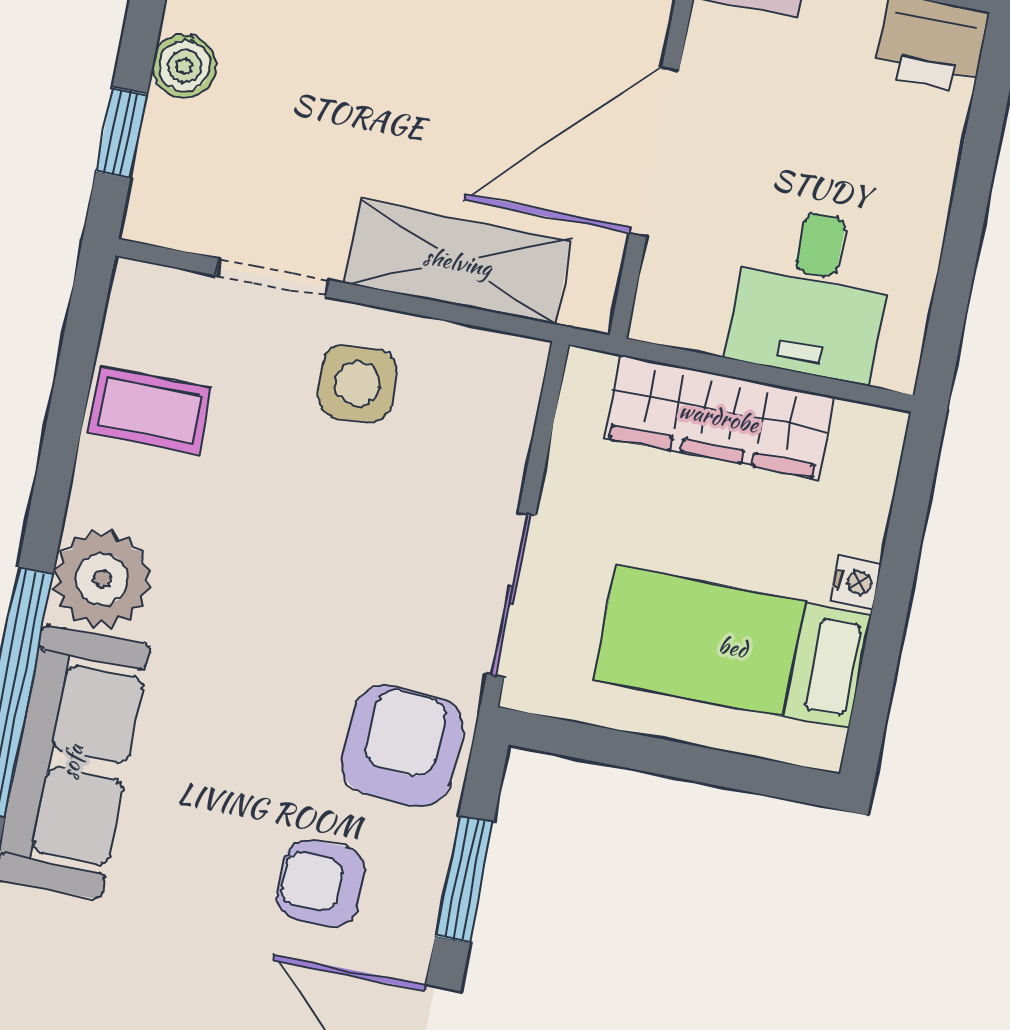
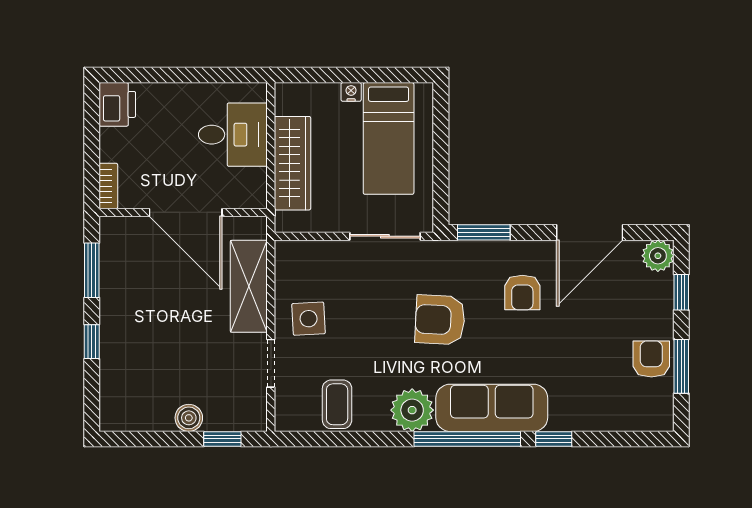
armchair: (402, 746) -> (440, 320), moved
window: (464, 879) -> (484, 232), moved

